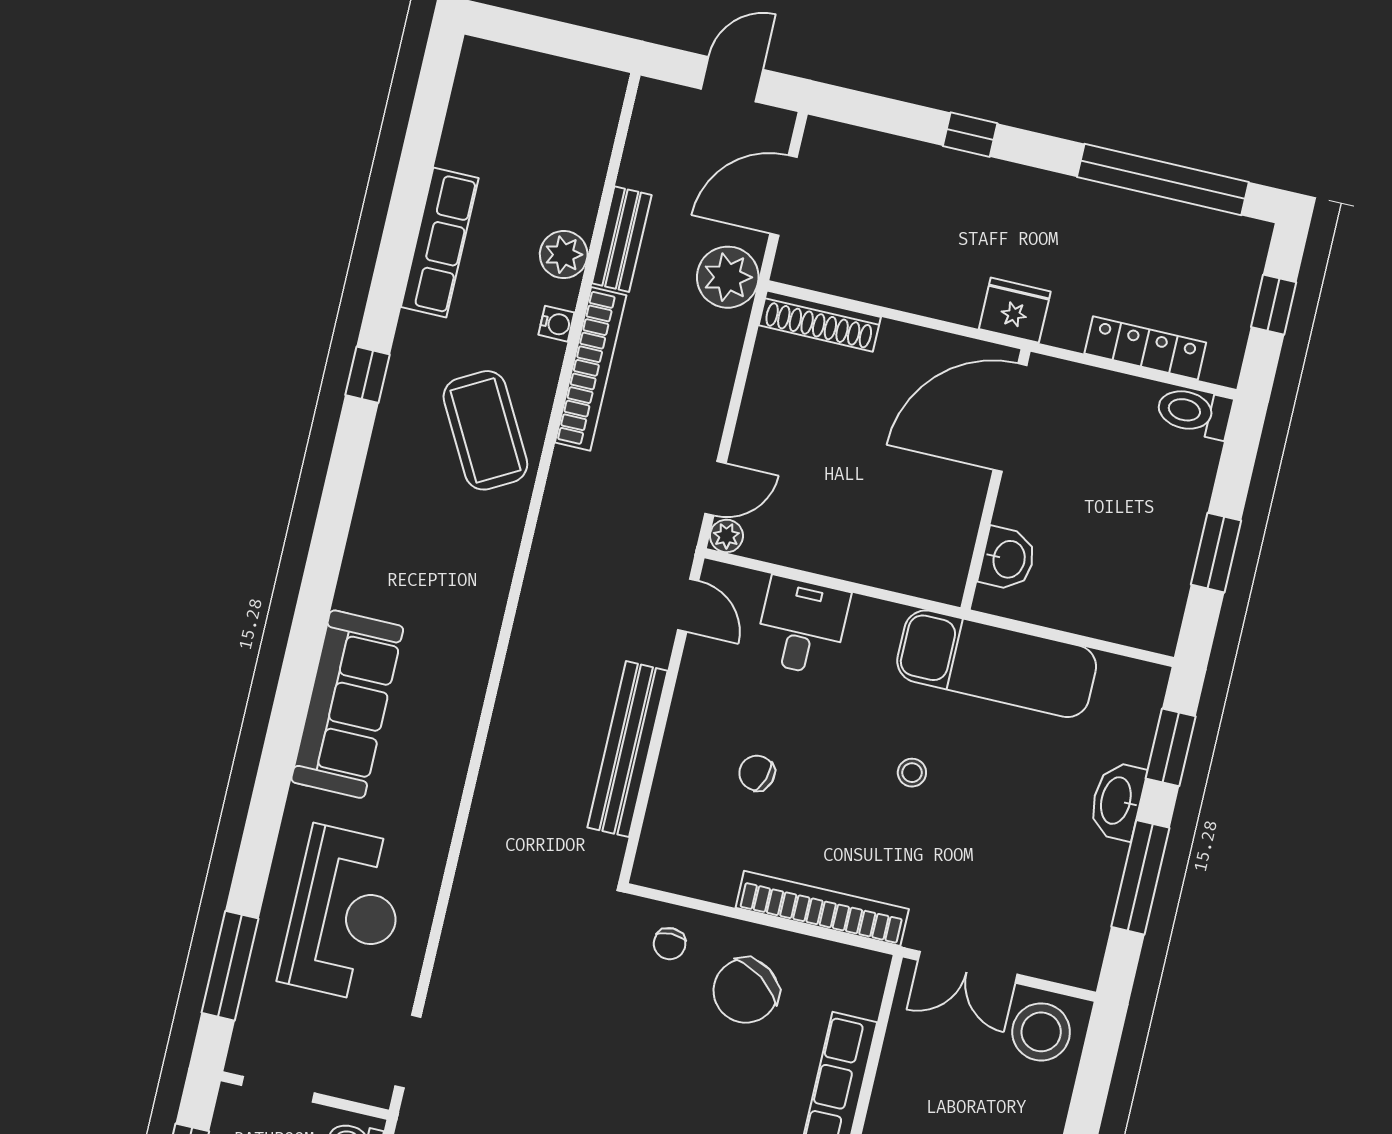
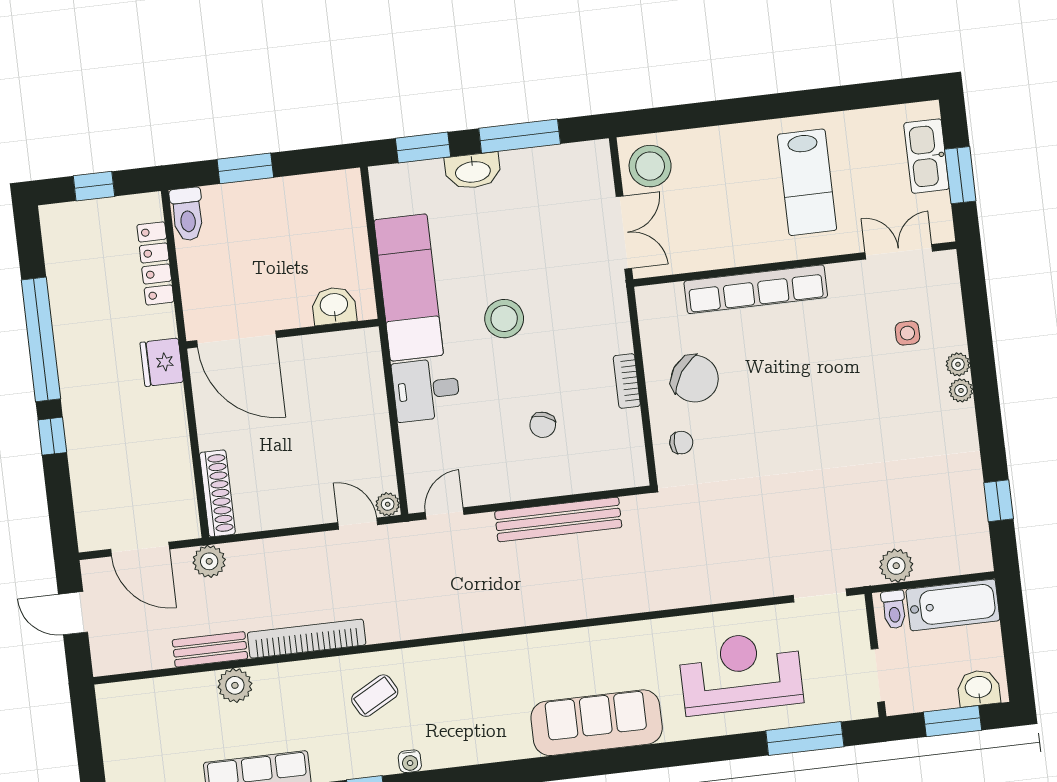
window: (1163, 179) -> (41, 339), moved
plant: (728, 277) -> (209, 561), width x0.73, depth x0.73
water cooler: (556, 324) -> (410, 761), moved, turned 180
coffee table: (485, 430) -> (375, 696), width x0.54, depth x0.58
window: (1216, 553) -> (245, 168), moved
desk: (802, 626) -> (426, 390), moved
stool: (912, 773) -> (504, 319), width x1.89, depth x1.89
bookcase: (822, 908) -> (627, 381), width x0.43, depth x0.76

